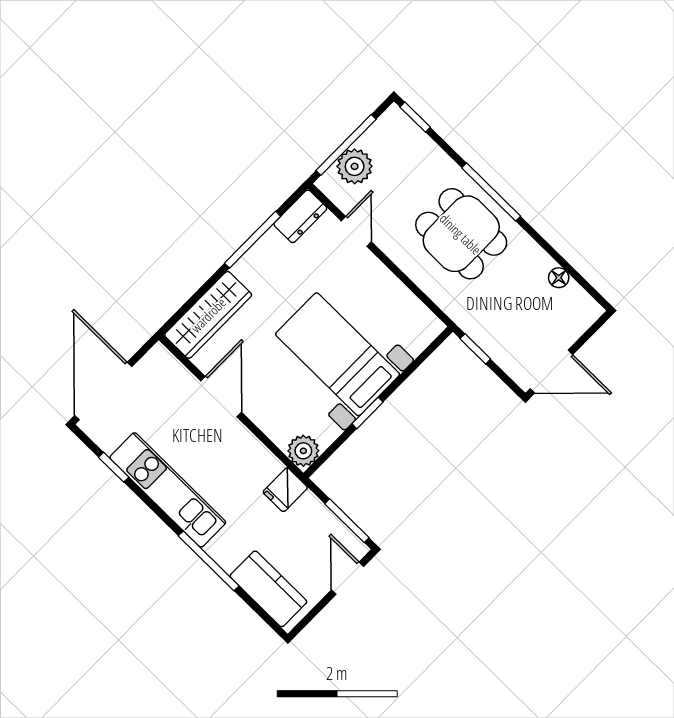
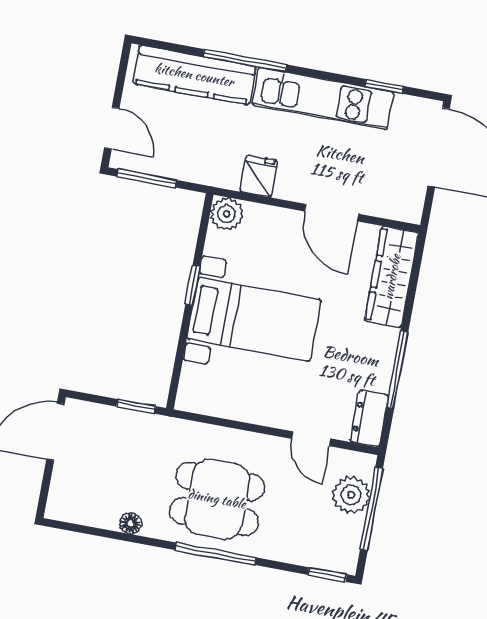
floor lamp: (559, 278) -> (131, 523), moved
fridge: (285, 490) -> (259, 176), moved
kitchen counter: (268, 589) -> (194, 75), width x1.50

